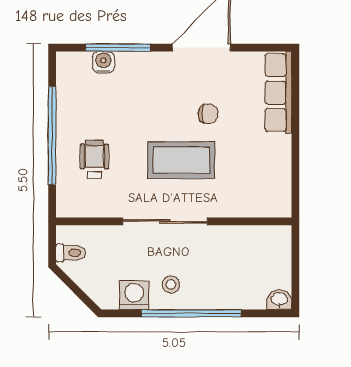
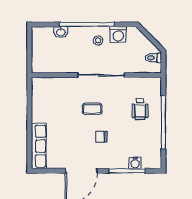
chair: (208, 114) -> (101, 137), moved
coffee table: (181, 160) -> (92, 109), width x0.54, depth x0.58
washbasin: (279, 299) -> (61, 32), moved

